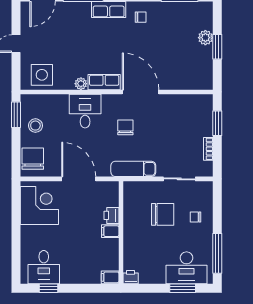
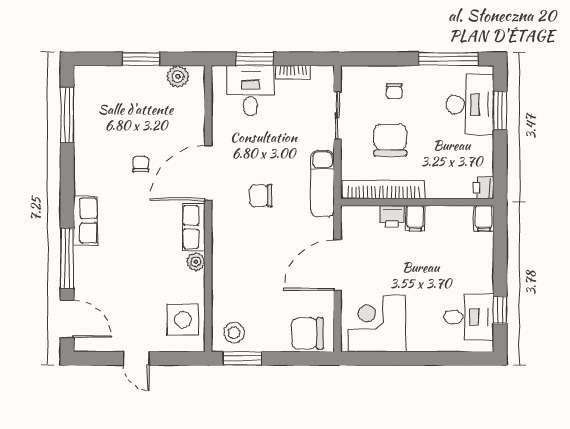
chair: (141, 17) -> (141, 164), moved
plant: (205, 38) -> (178, 76), moved
desk: (85, 111) -> (250, 91), moved, turned 90
stool: (35, 126) -> (234, 333), moved
bookcase: (129, 210) -> (384, 190), added

